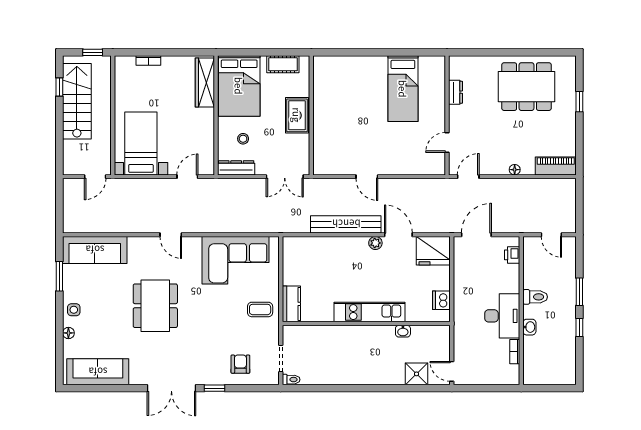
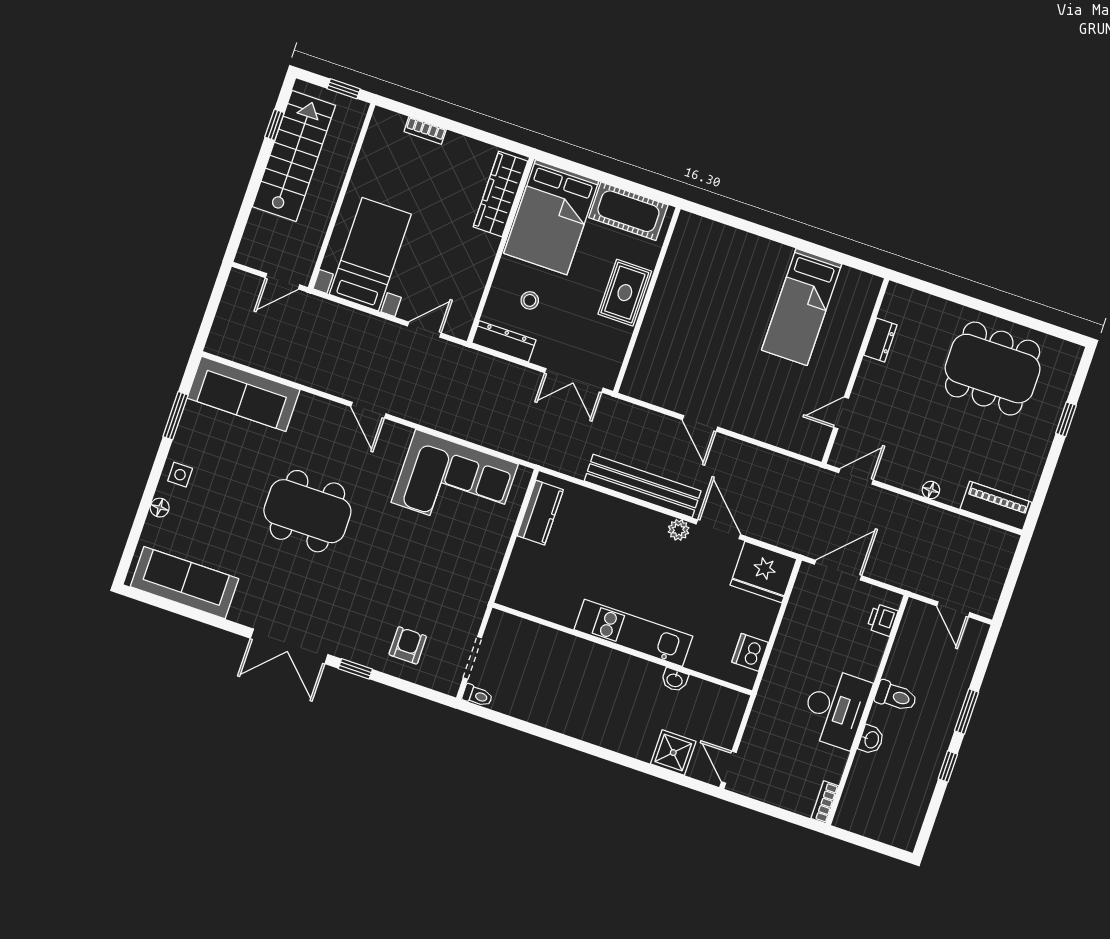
cot: (283, 64) -> (628, 211), width x1.37, depth x1.34
kitchen counter: (291, 304) -> (540, 513), moved
dining table: (155, 306) -> (307, 511), turned 90
coffee table: (260, 309) -> (466, 572), removed
bookcase: (515, 352) -> (825, 802), moved

